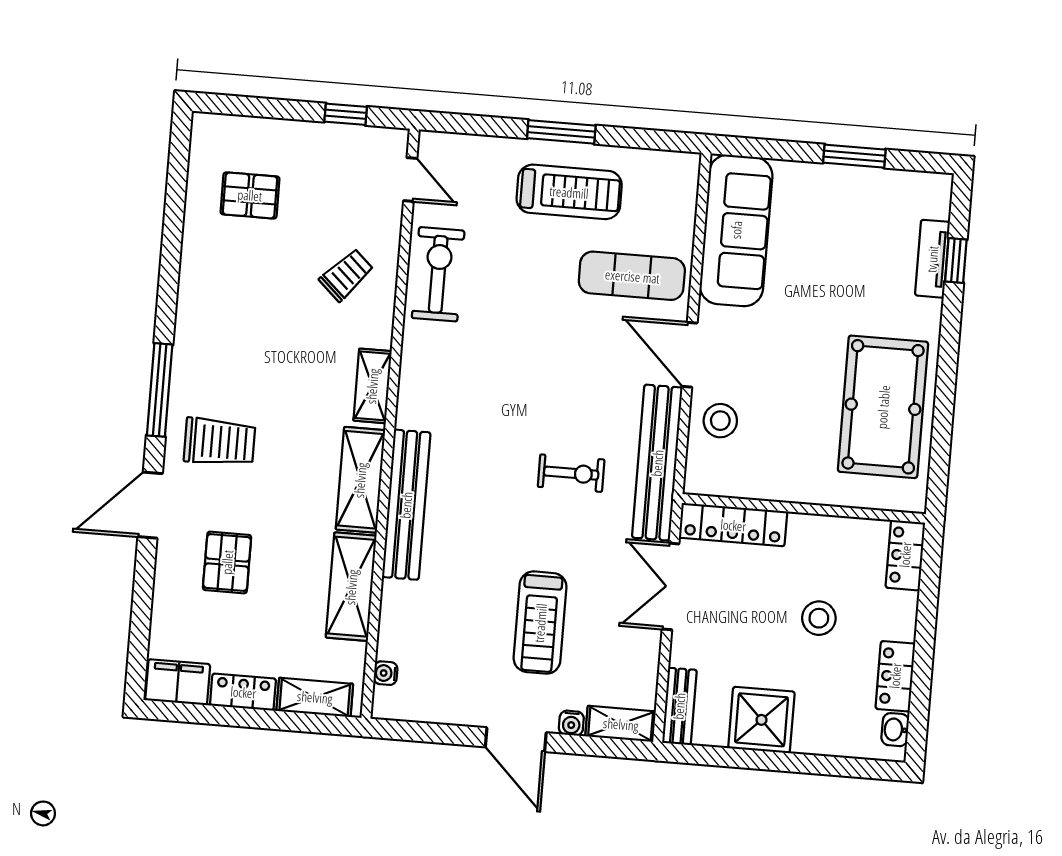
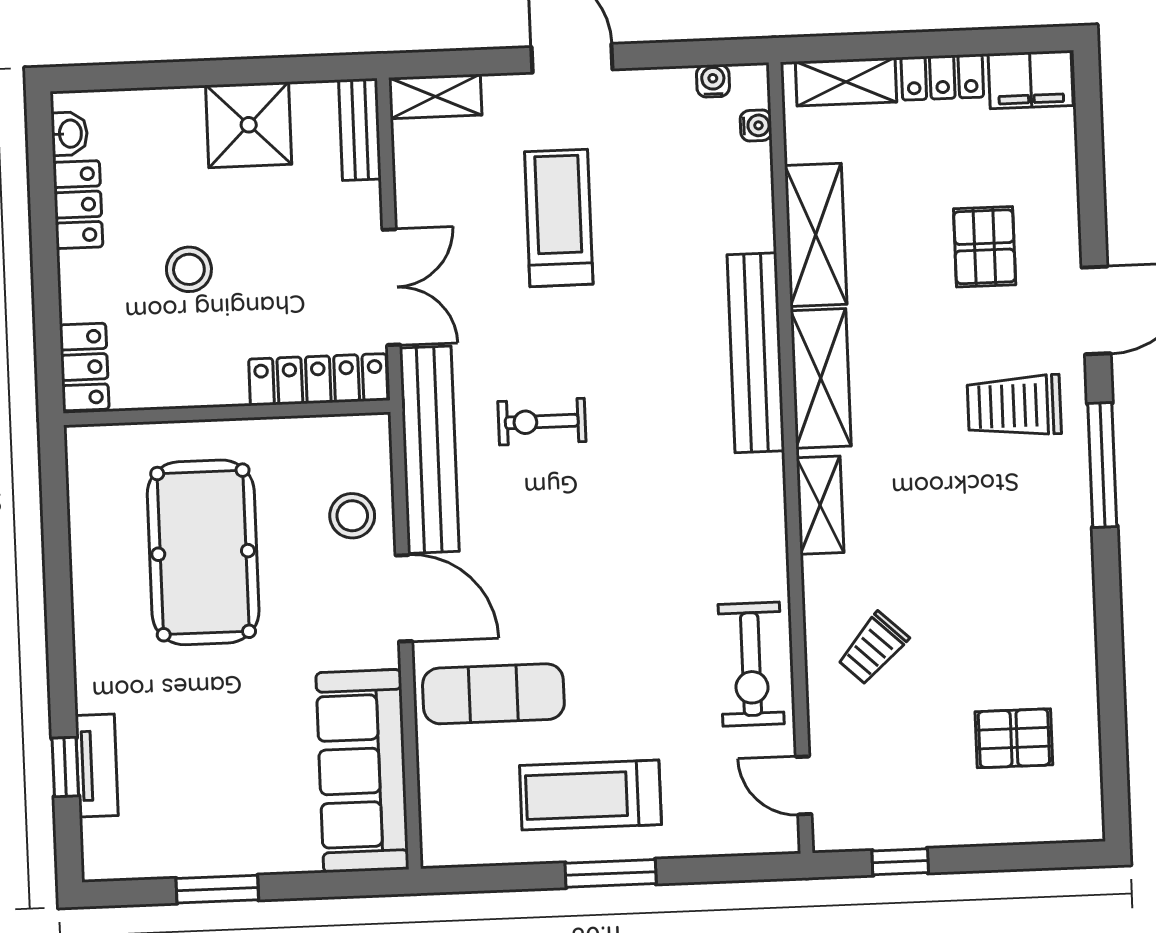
pool table: (883, 407) -> (203, 552), moved
water cooler: (571, 723) -> (713, 81), moved

